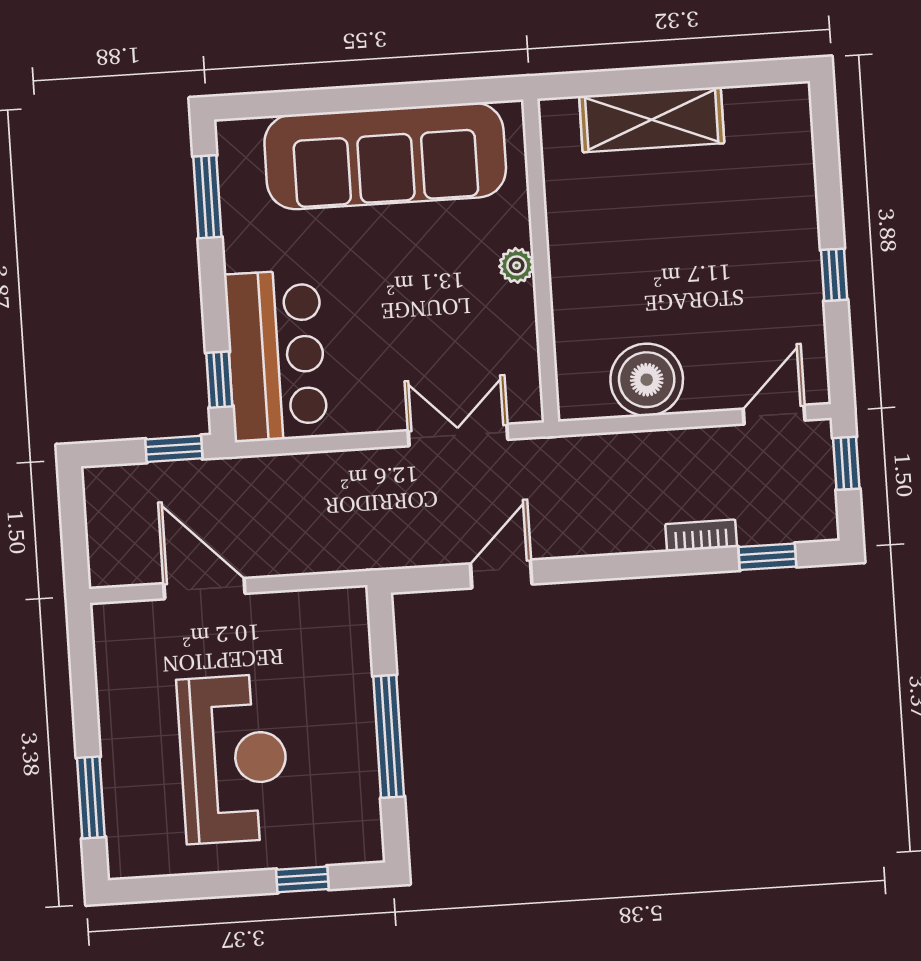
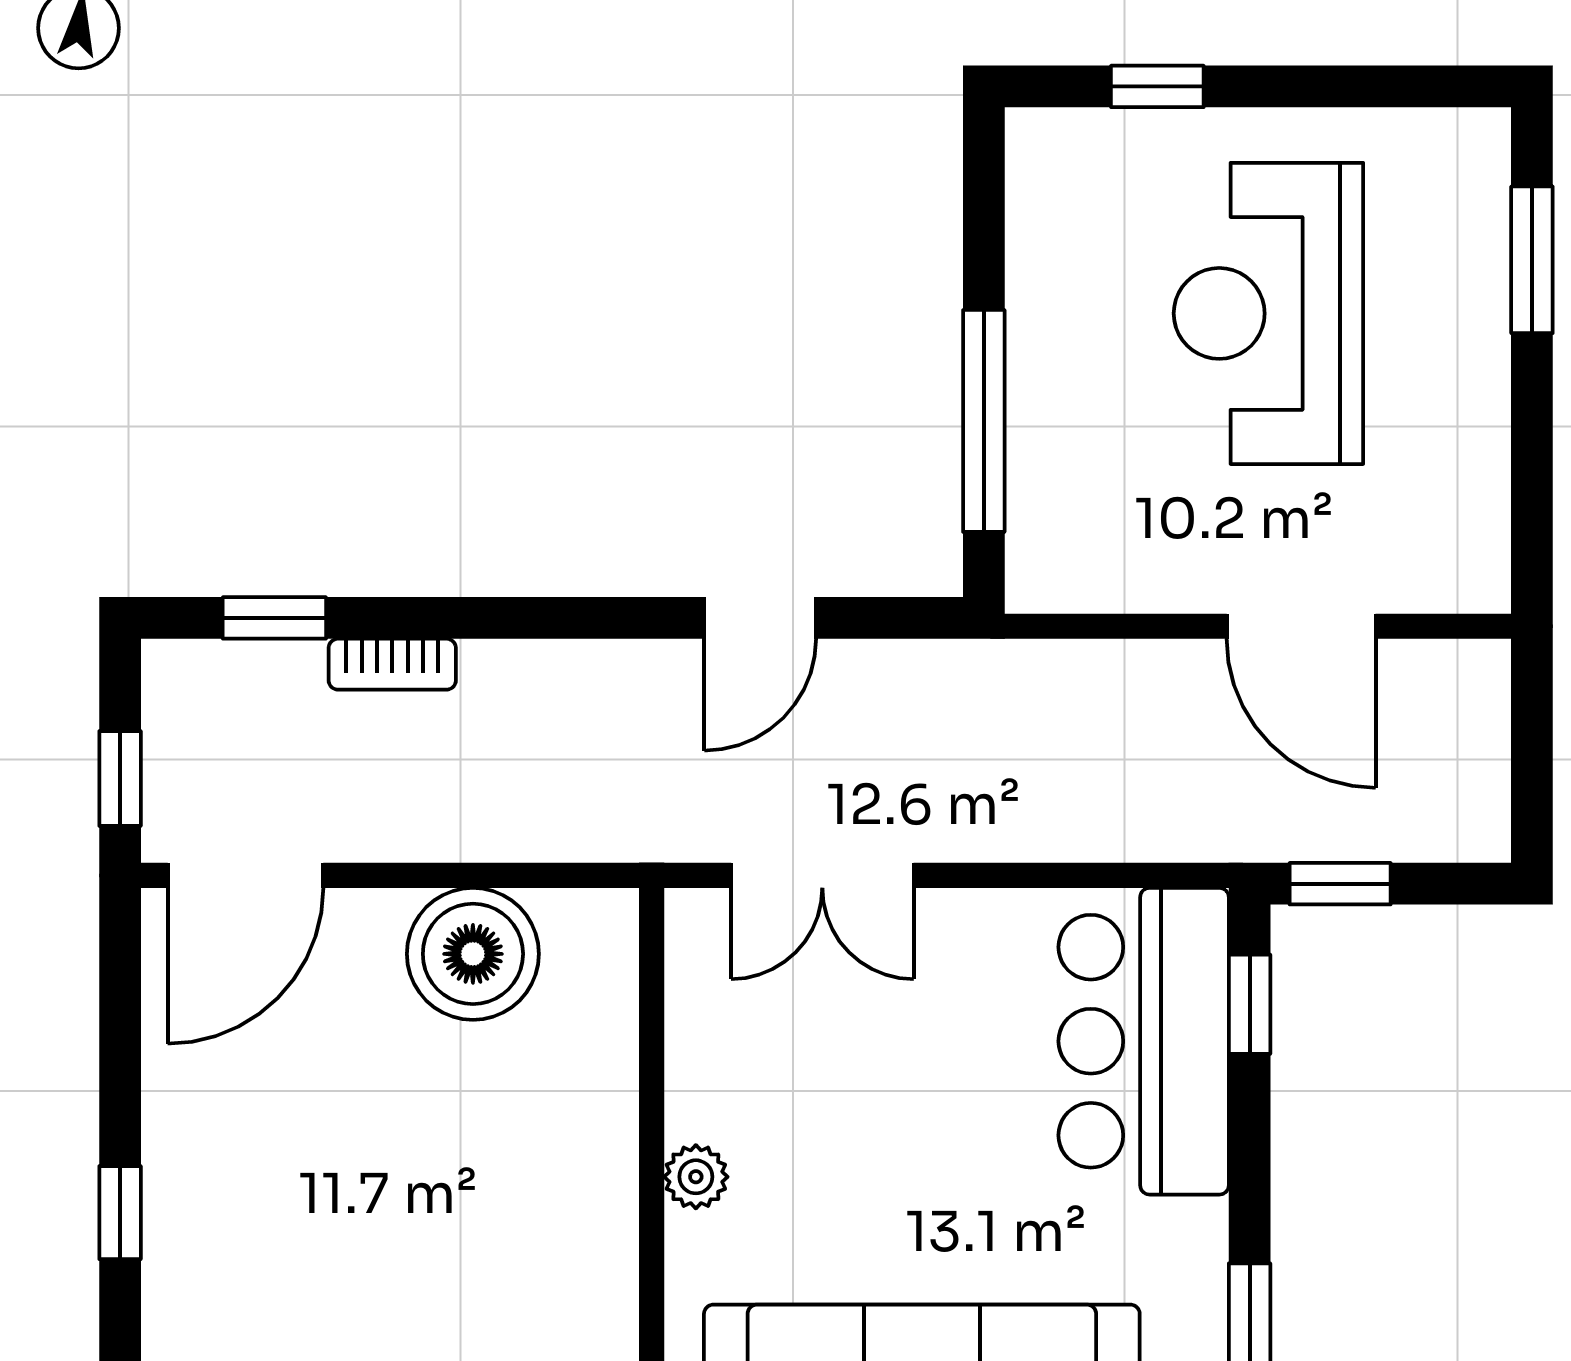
window: (834, 275) -> (120, 1213), moved
door: (774, 415) -> (245, 875), width x1.38
window: (389, 736) -> (984, 421), moved

